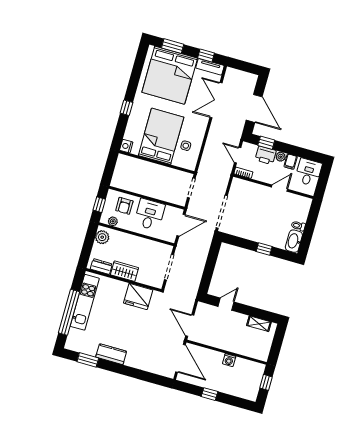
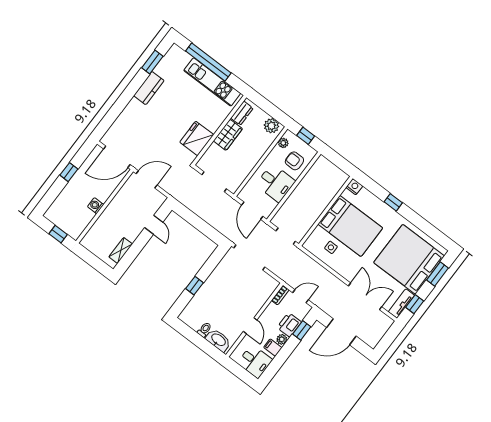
washbasin: (294, 241) -> (218, 340), moved

